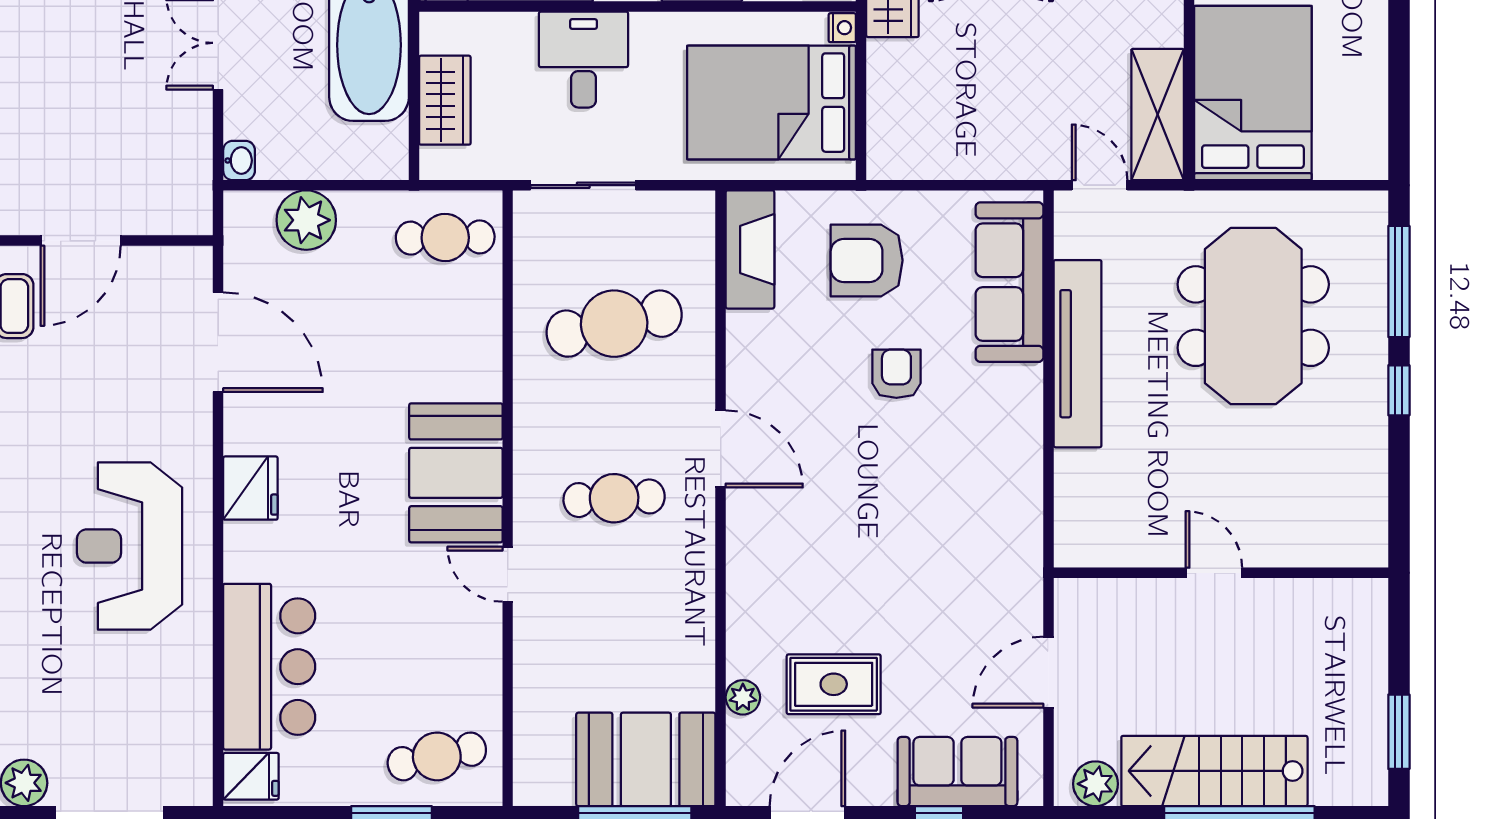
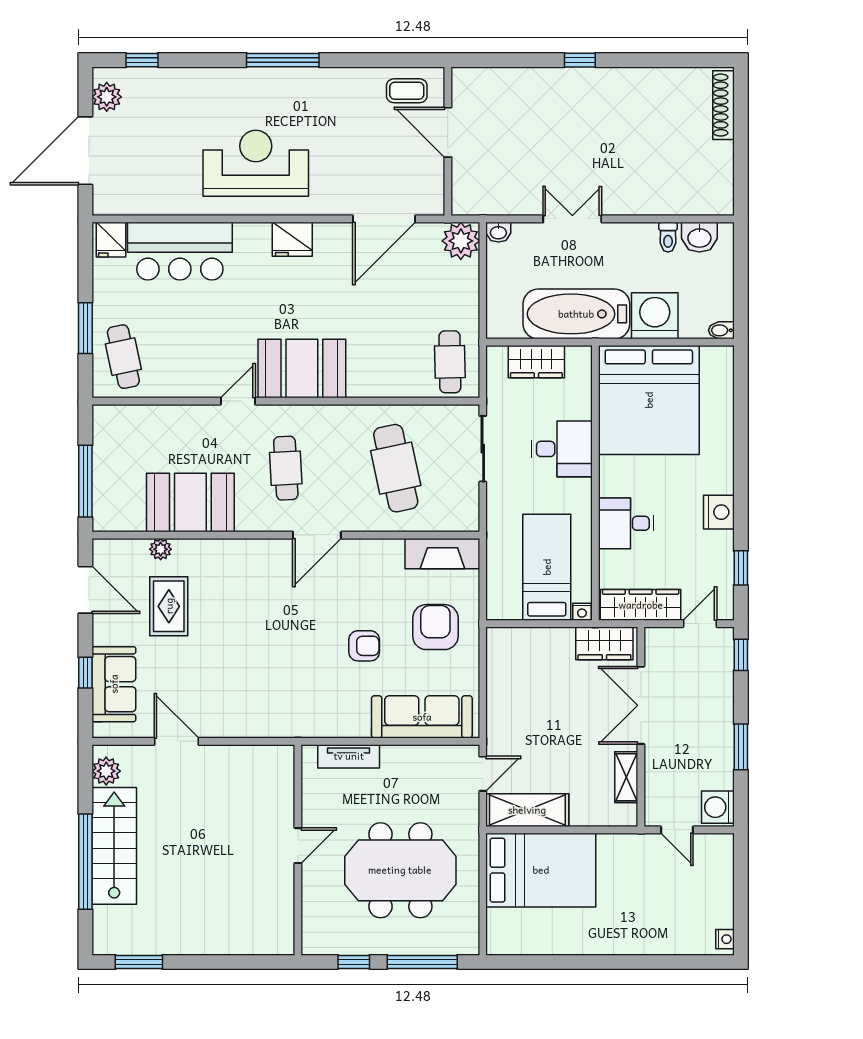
bed: (772, 103) -> (547, 567), width x0.67
plant: (306, 220) -> (461, 241), moved
tv unit: (1078, 354) -> (349, 756), width x0.52, depth x0.78
door: (1214, 573) -> (298, 846), moved
wall: (1221, 573) -> (298, 850), moved
booth: (646, 759) -> (190, 503), moved, turned 90

